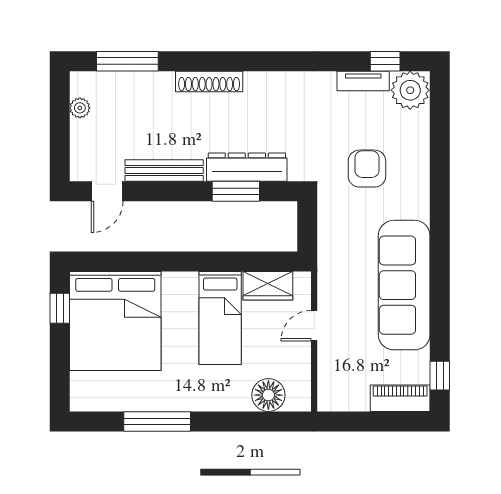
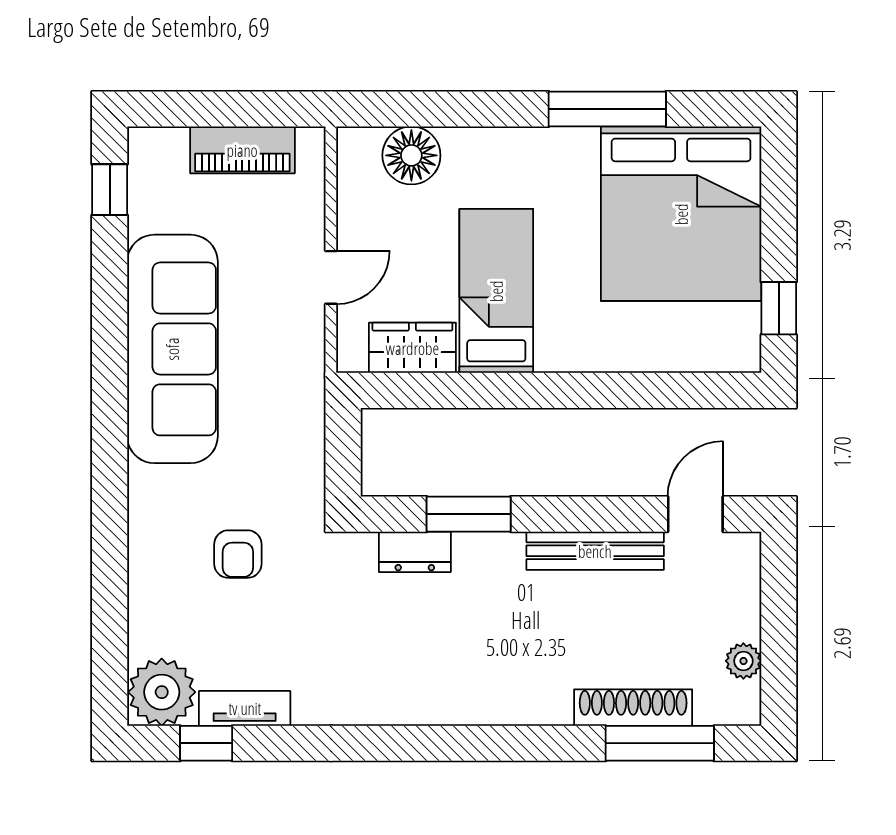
shoe rack: (209, 81) -> (633, 708), moved
dresser: (247, 167) -> (415, 552), width x0.51, depth x0.80
armchair: (367, 169) -> (238, 554), width x0.72, depth x0.72
bed: (115, 321) -> (681, 214), moved, turned 180
piano: (400, 398) -> (242, 150), moved

